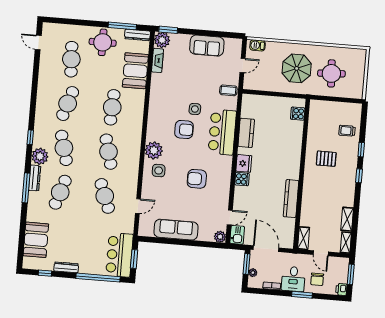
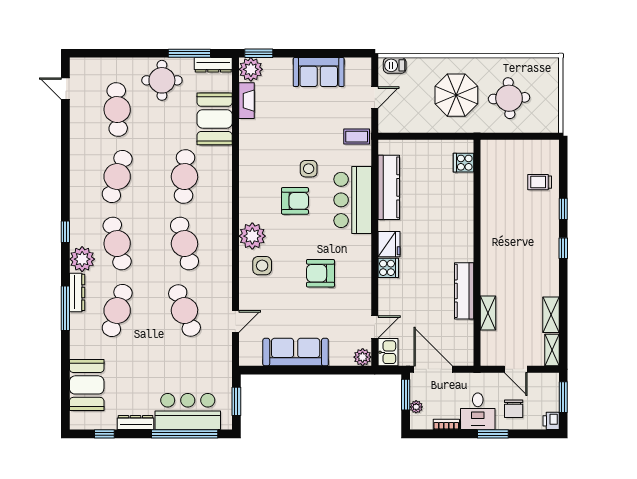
kitchen counter: (246, 133) -> (389, 187), width x1.50
pallet: (326, 159) -> (512, 227), removed
shelving: (304, 238) -> (488, 313), moved
bar counter: (119, 255) -> (188, 411), moved, turned 90

